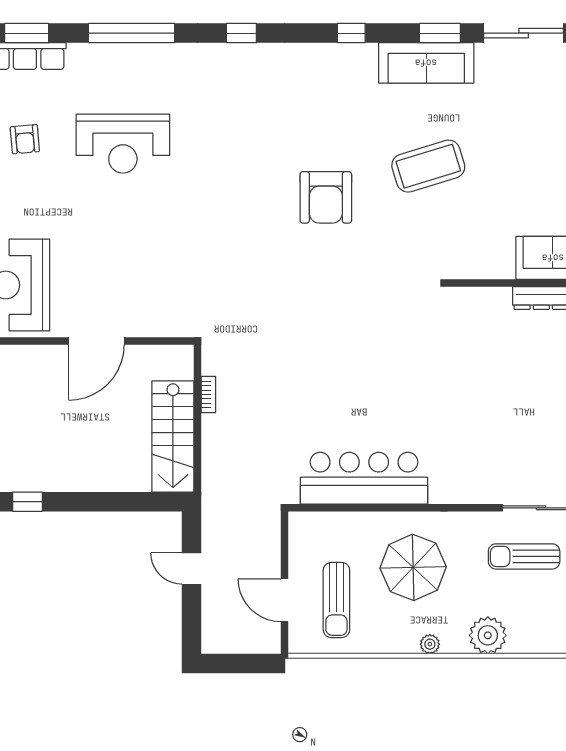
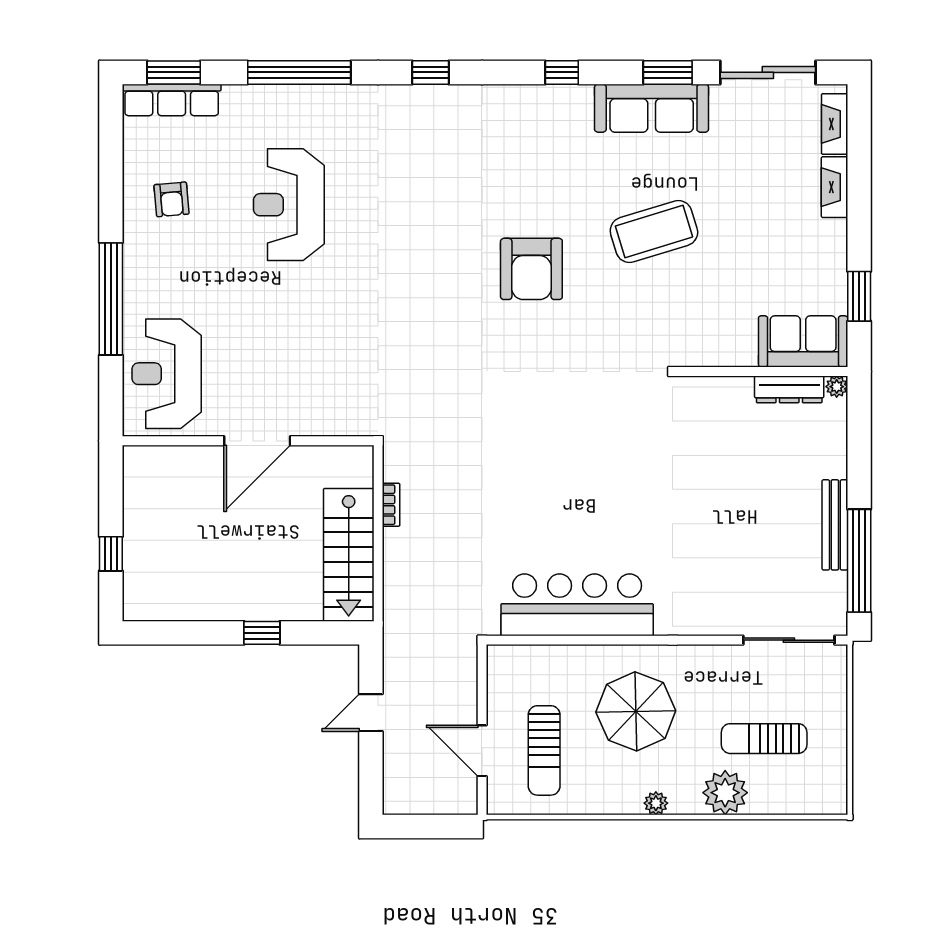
reception desk: (123, 144) -> (289, 205), turned 90
window: (27, 502) -> (262, 633), moved
sun lounger: (524, 556) -> (764, 739), moved
door: (192, 568) -> (371, 713), hinge flipped

